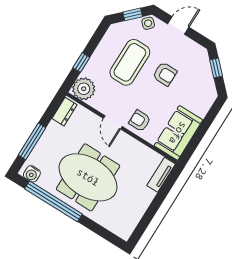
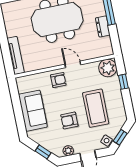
plant: (192, 47) -> (68, 151), added
dresser: (64, 112) -> (103, 26), moved
sofa: (178, 133) -> (33, 111), moved
tv unit: (161, 175) -> (16, 55), width x1.41

